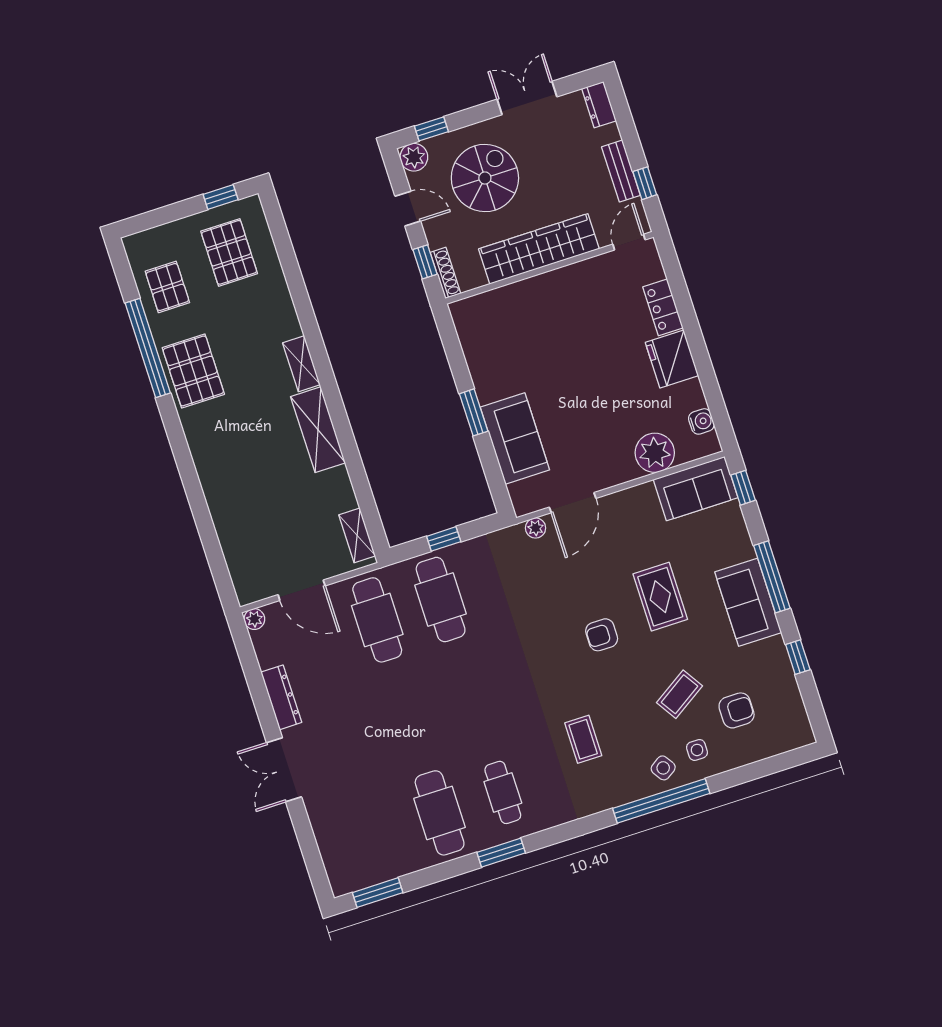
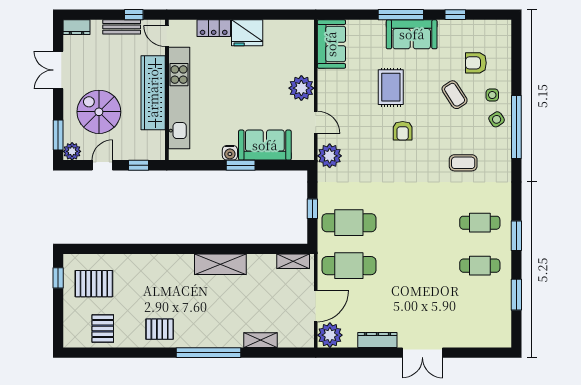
window: (431, 129) -> (58, 135), width x1.50
shoe rack: (445, 273) -> (149, 155), removed
pallet: (167, 287) -> (103, 328), turned 90
kitchen unit: (543, 290) -> (179, 98), added
window: (148, 348) -> (208, 353), moved
shelving: (301, 364) -> (261, 340), moved
pallet: (193, 371) -> (160, 329), width x0.67, depth x0.71
water cooler: (701, 421) -> (230, 153), moved, turned 180
plant: (655, 453) -> (301, 88), moved
window: (743, 488) -> (340, 15), removed
door: (573, 503) -> (316, 122), width x0.73
plant: (536, 528) -> (330, 156), width x1.87, depth x1.87
rug: (660, 597) -> (391, 87), turned 90
plant: (254, 619) -> (330, 335), width x1.88, depth x1.88
armchair: (737, 710) -> (476, 63), turned -90
cafe table: (440, 813) -> (480, 266), width x0.73, depth x0.74
window: (378, 893) -> (516, 295), moved

